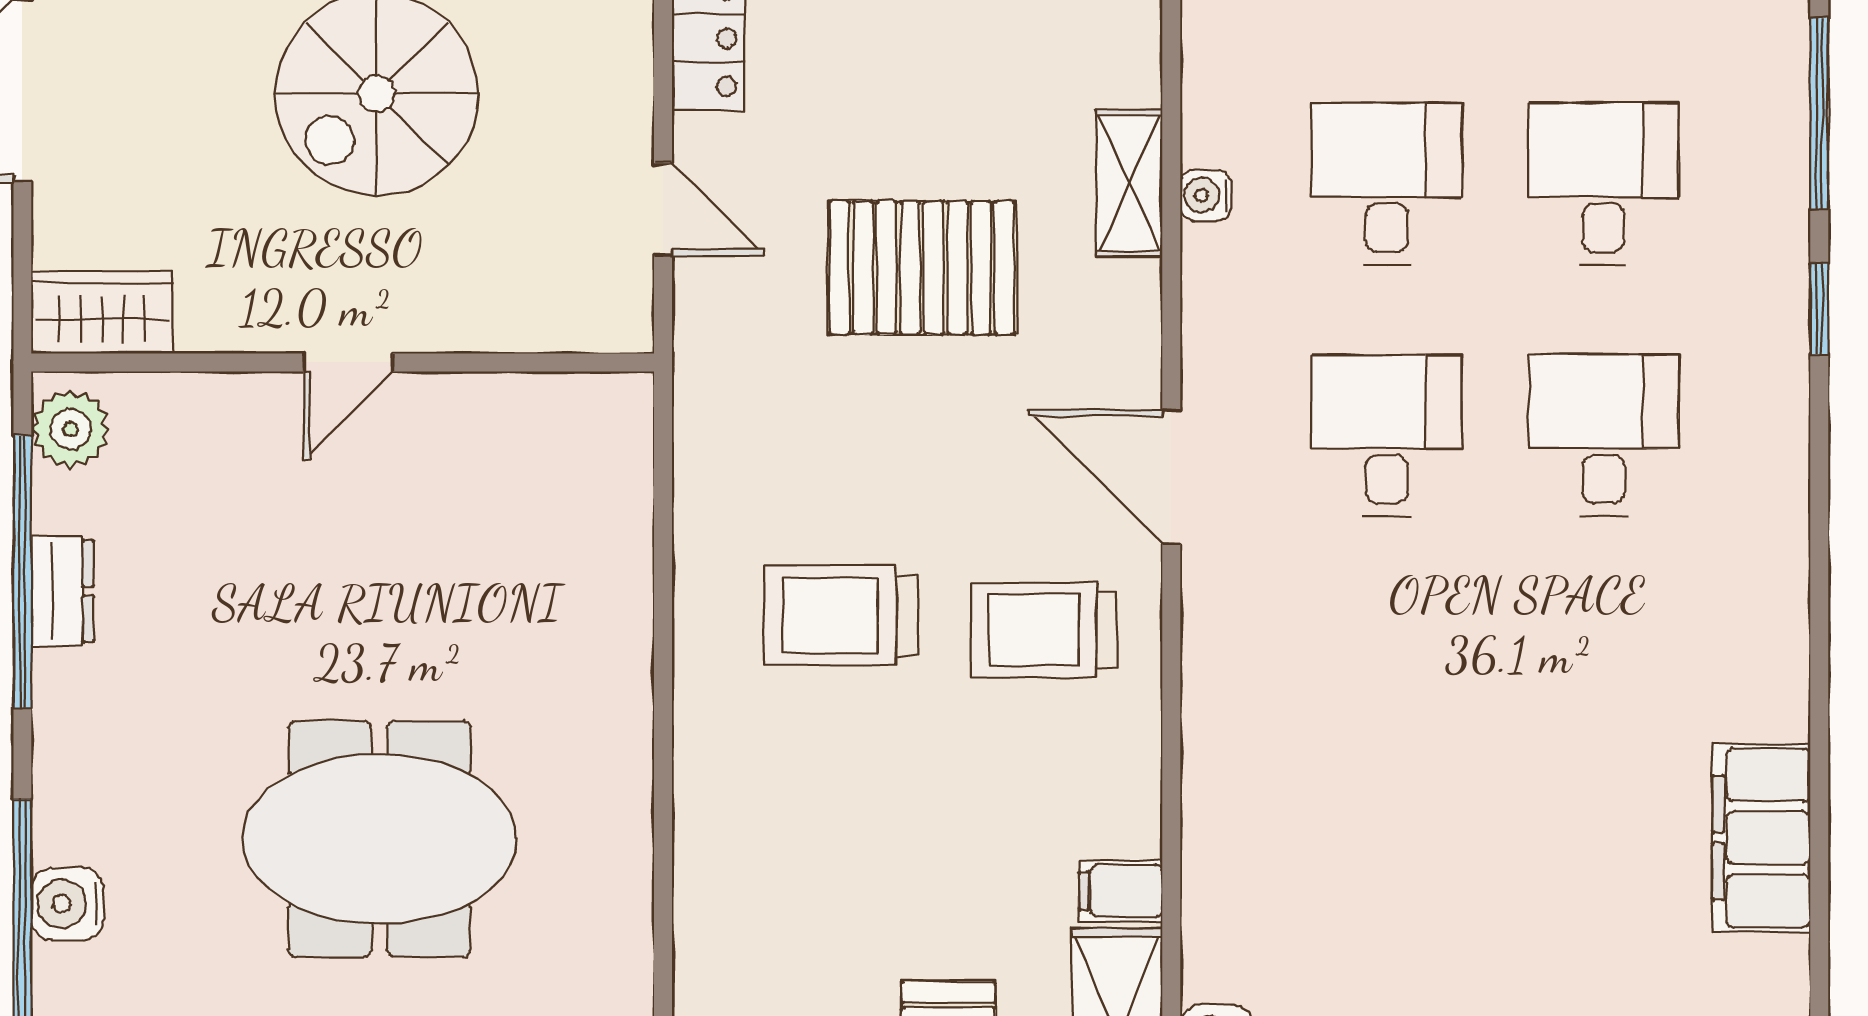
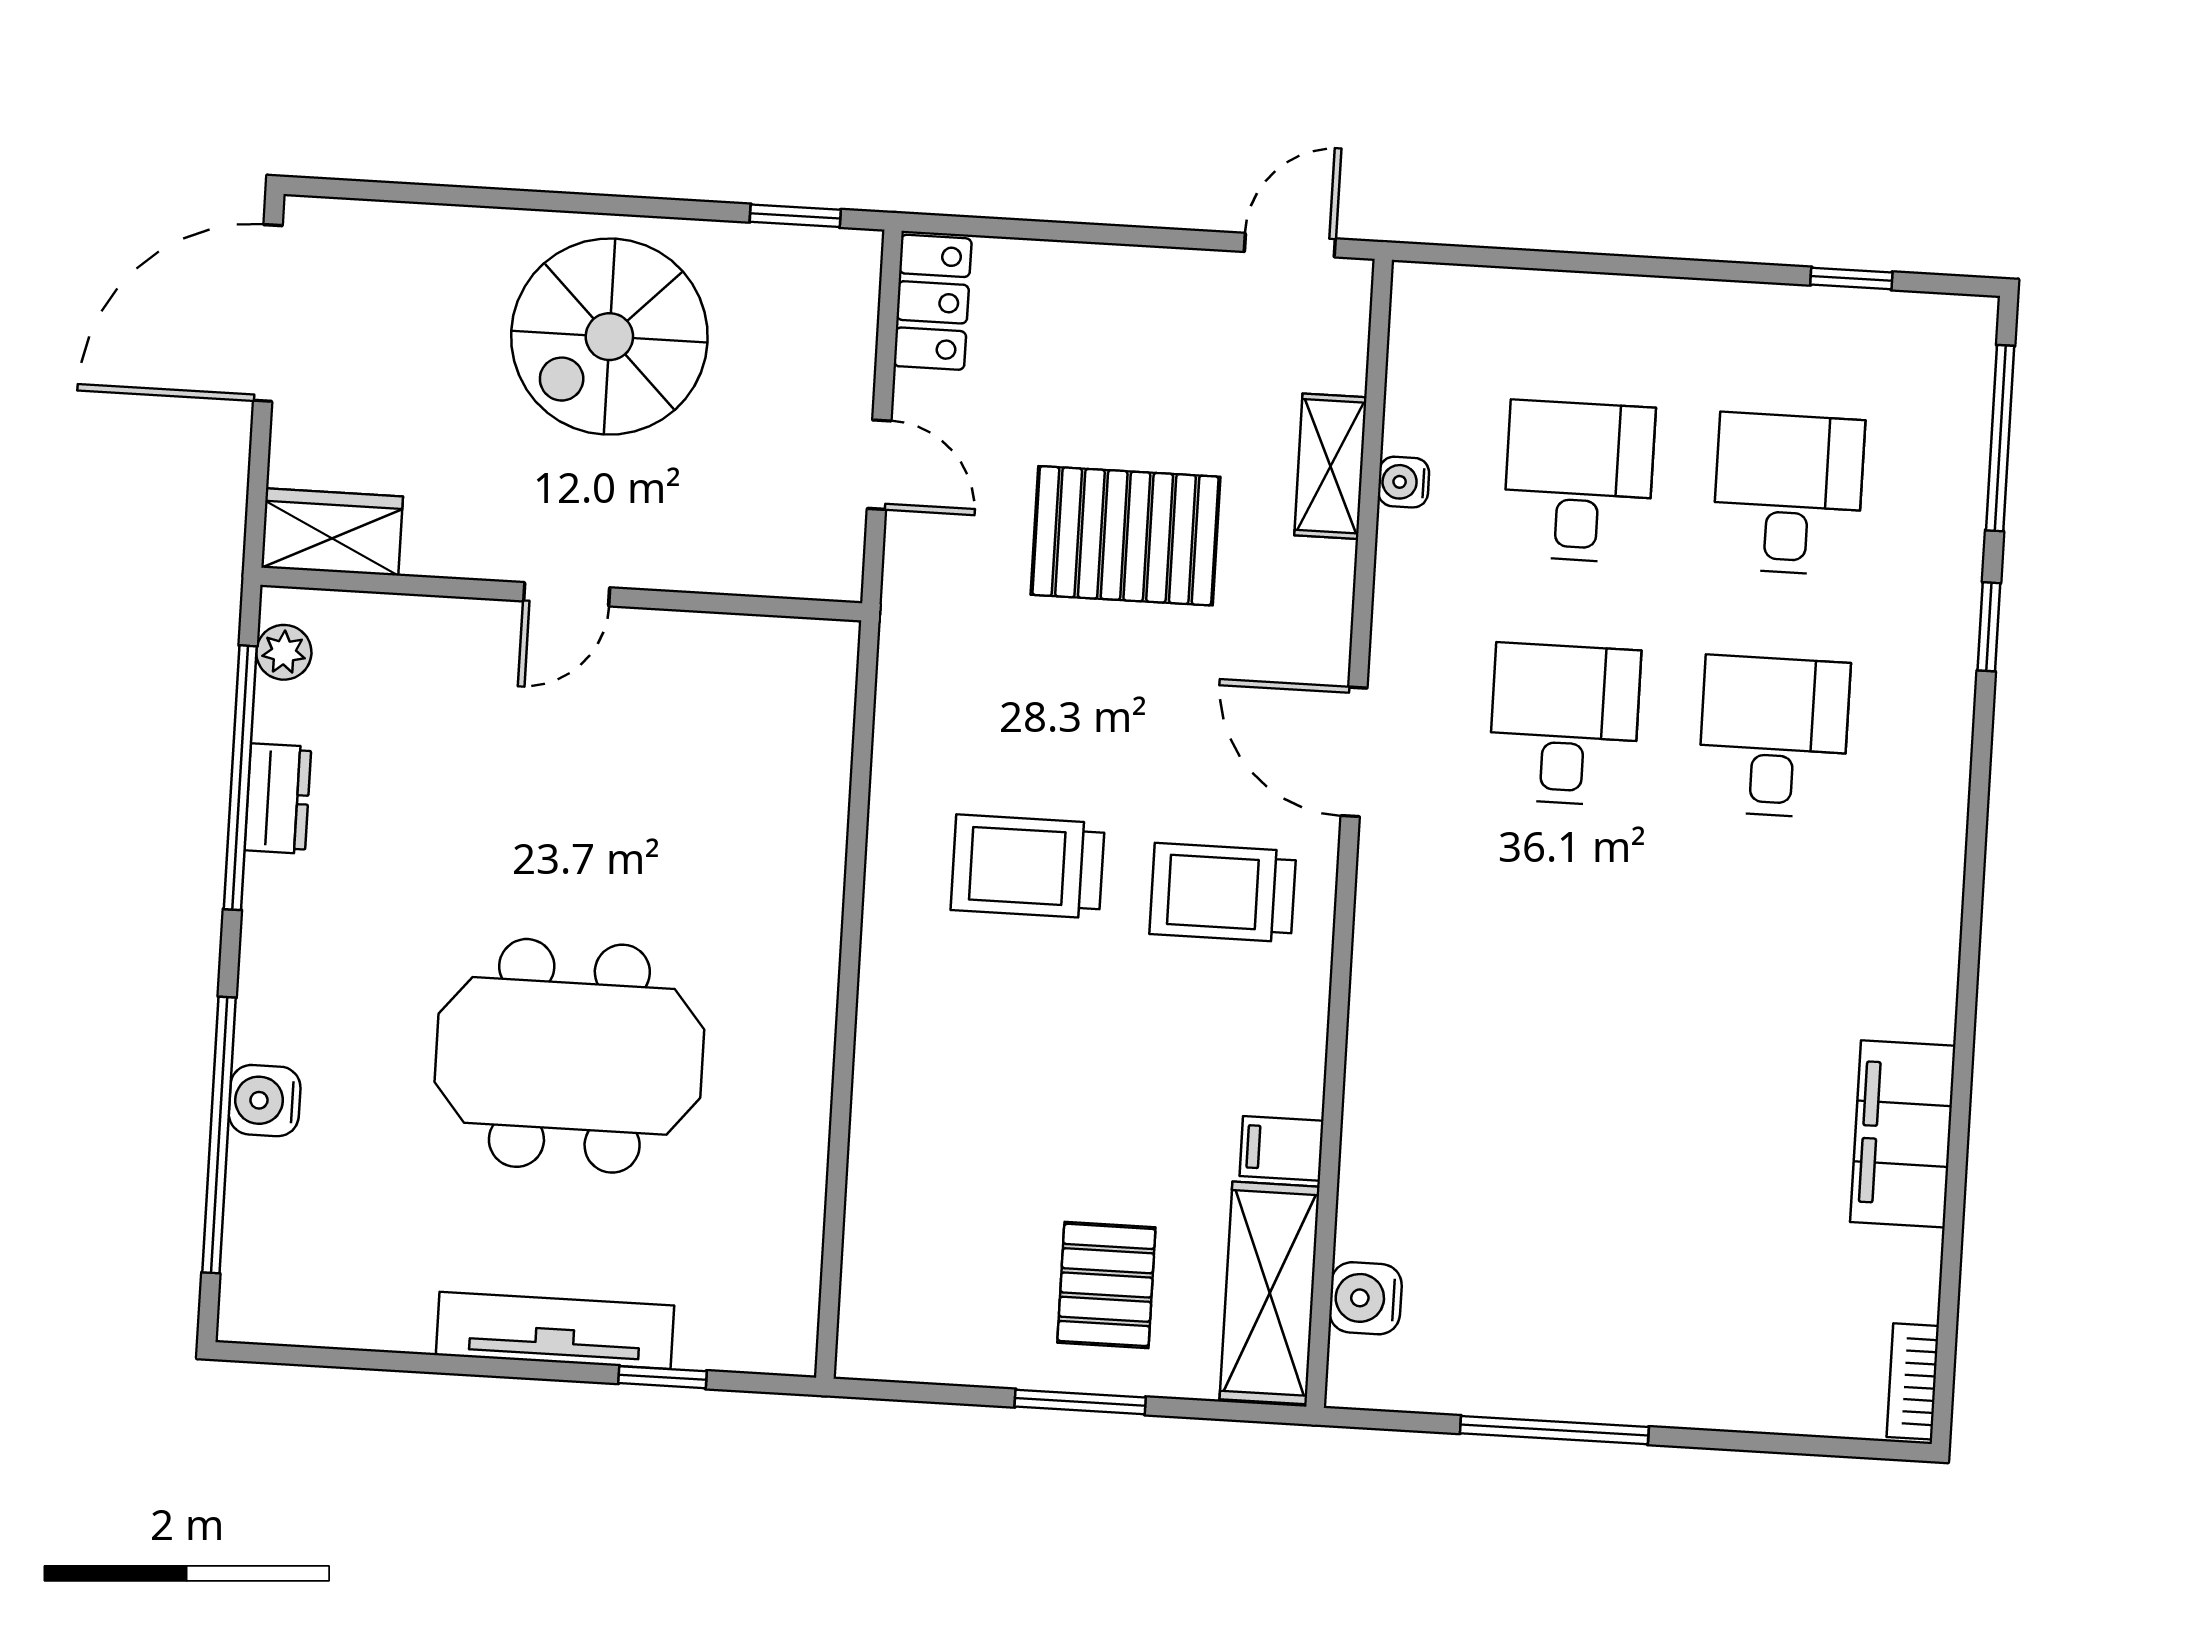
plant: (70, 429) -> (284, 652), width x0.73, depth x0.73

